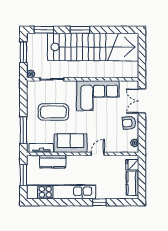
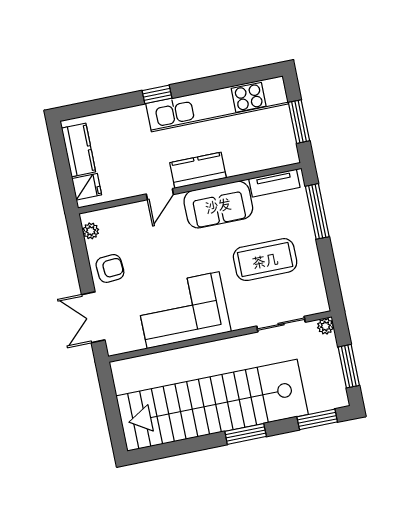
double door: (142, 101) -> (93, 317), swing flipped
kitchen counter: (53, 162) -> (198, 170), moved
window: (99, 202) -> (157, 94), moved

